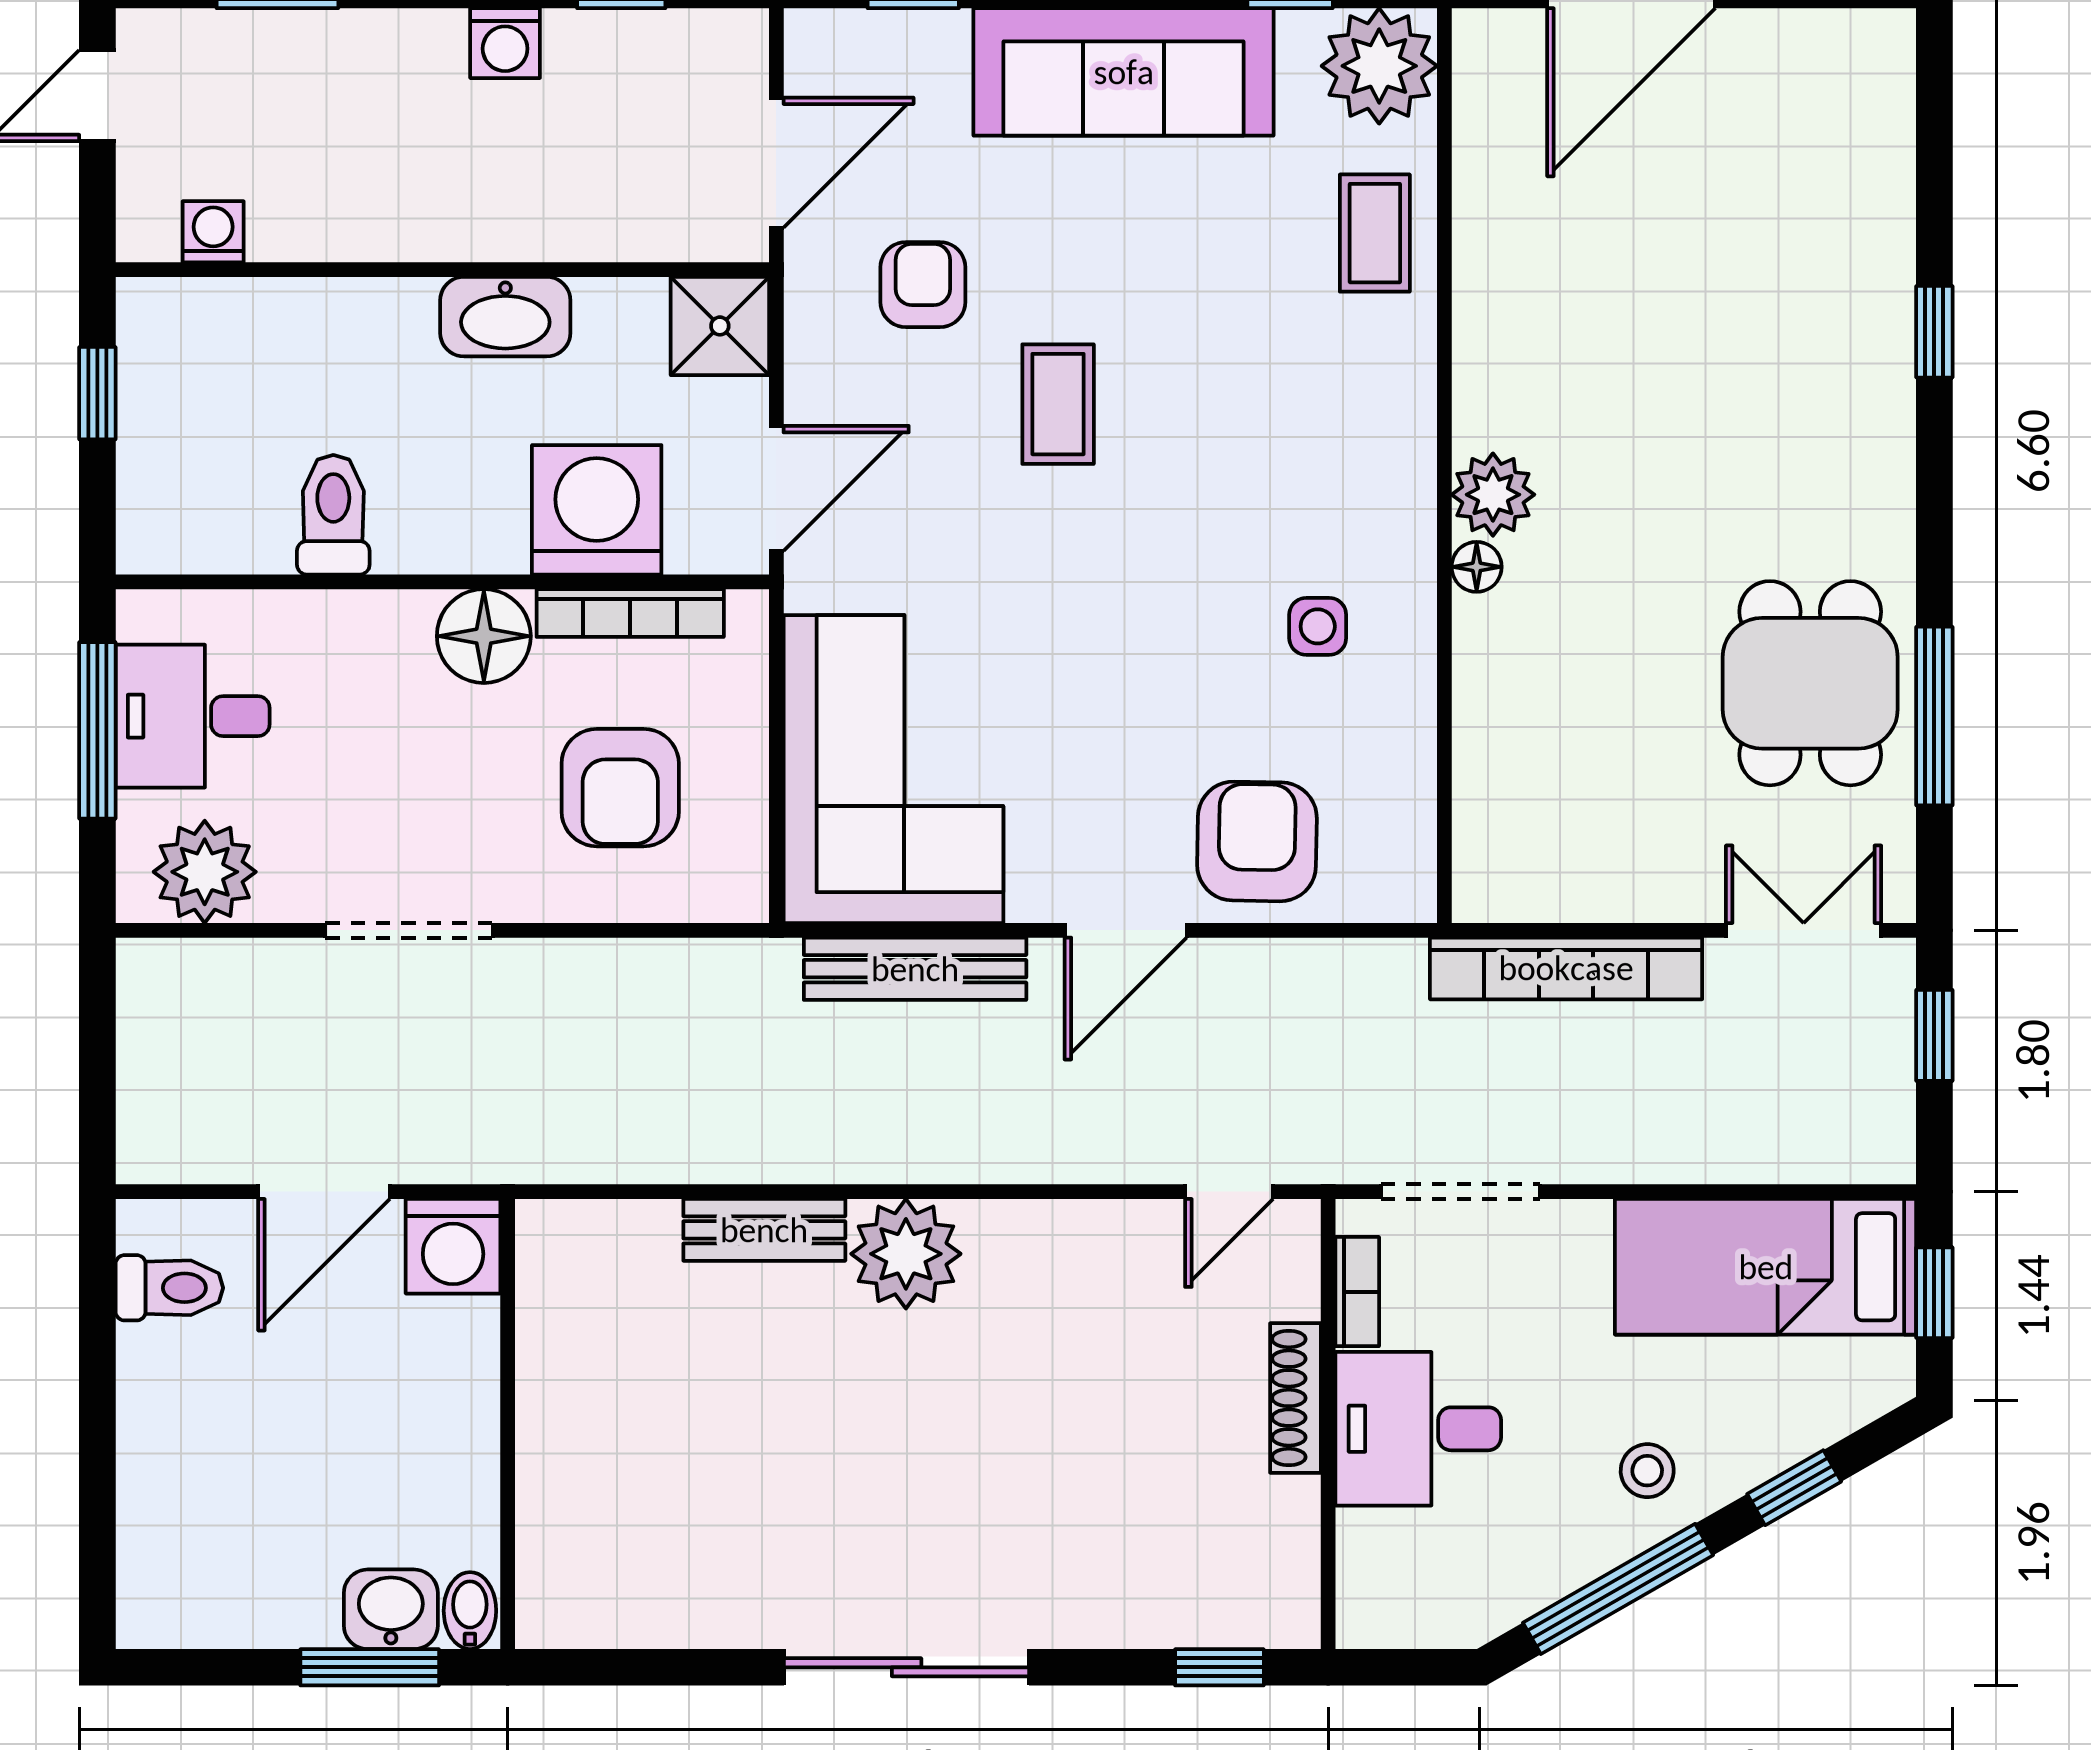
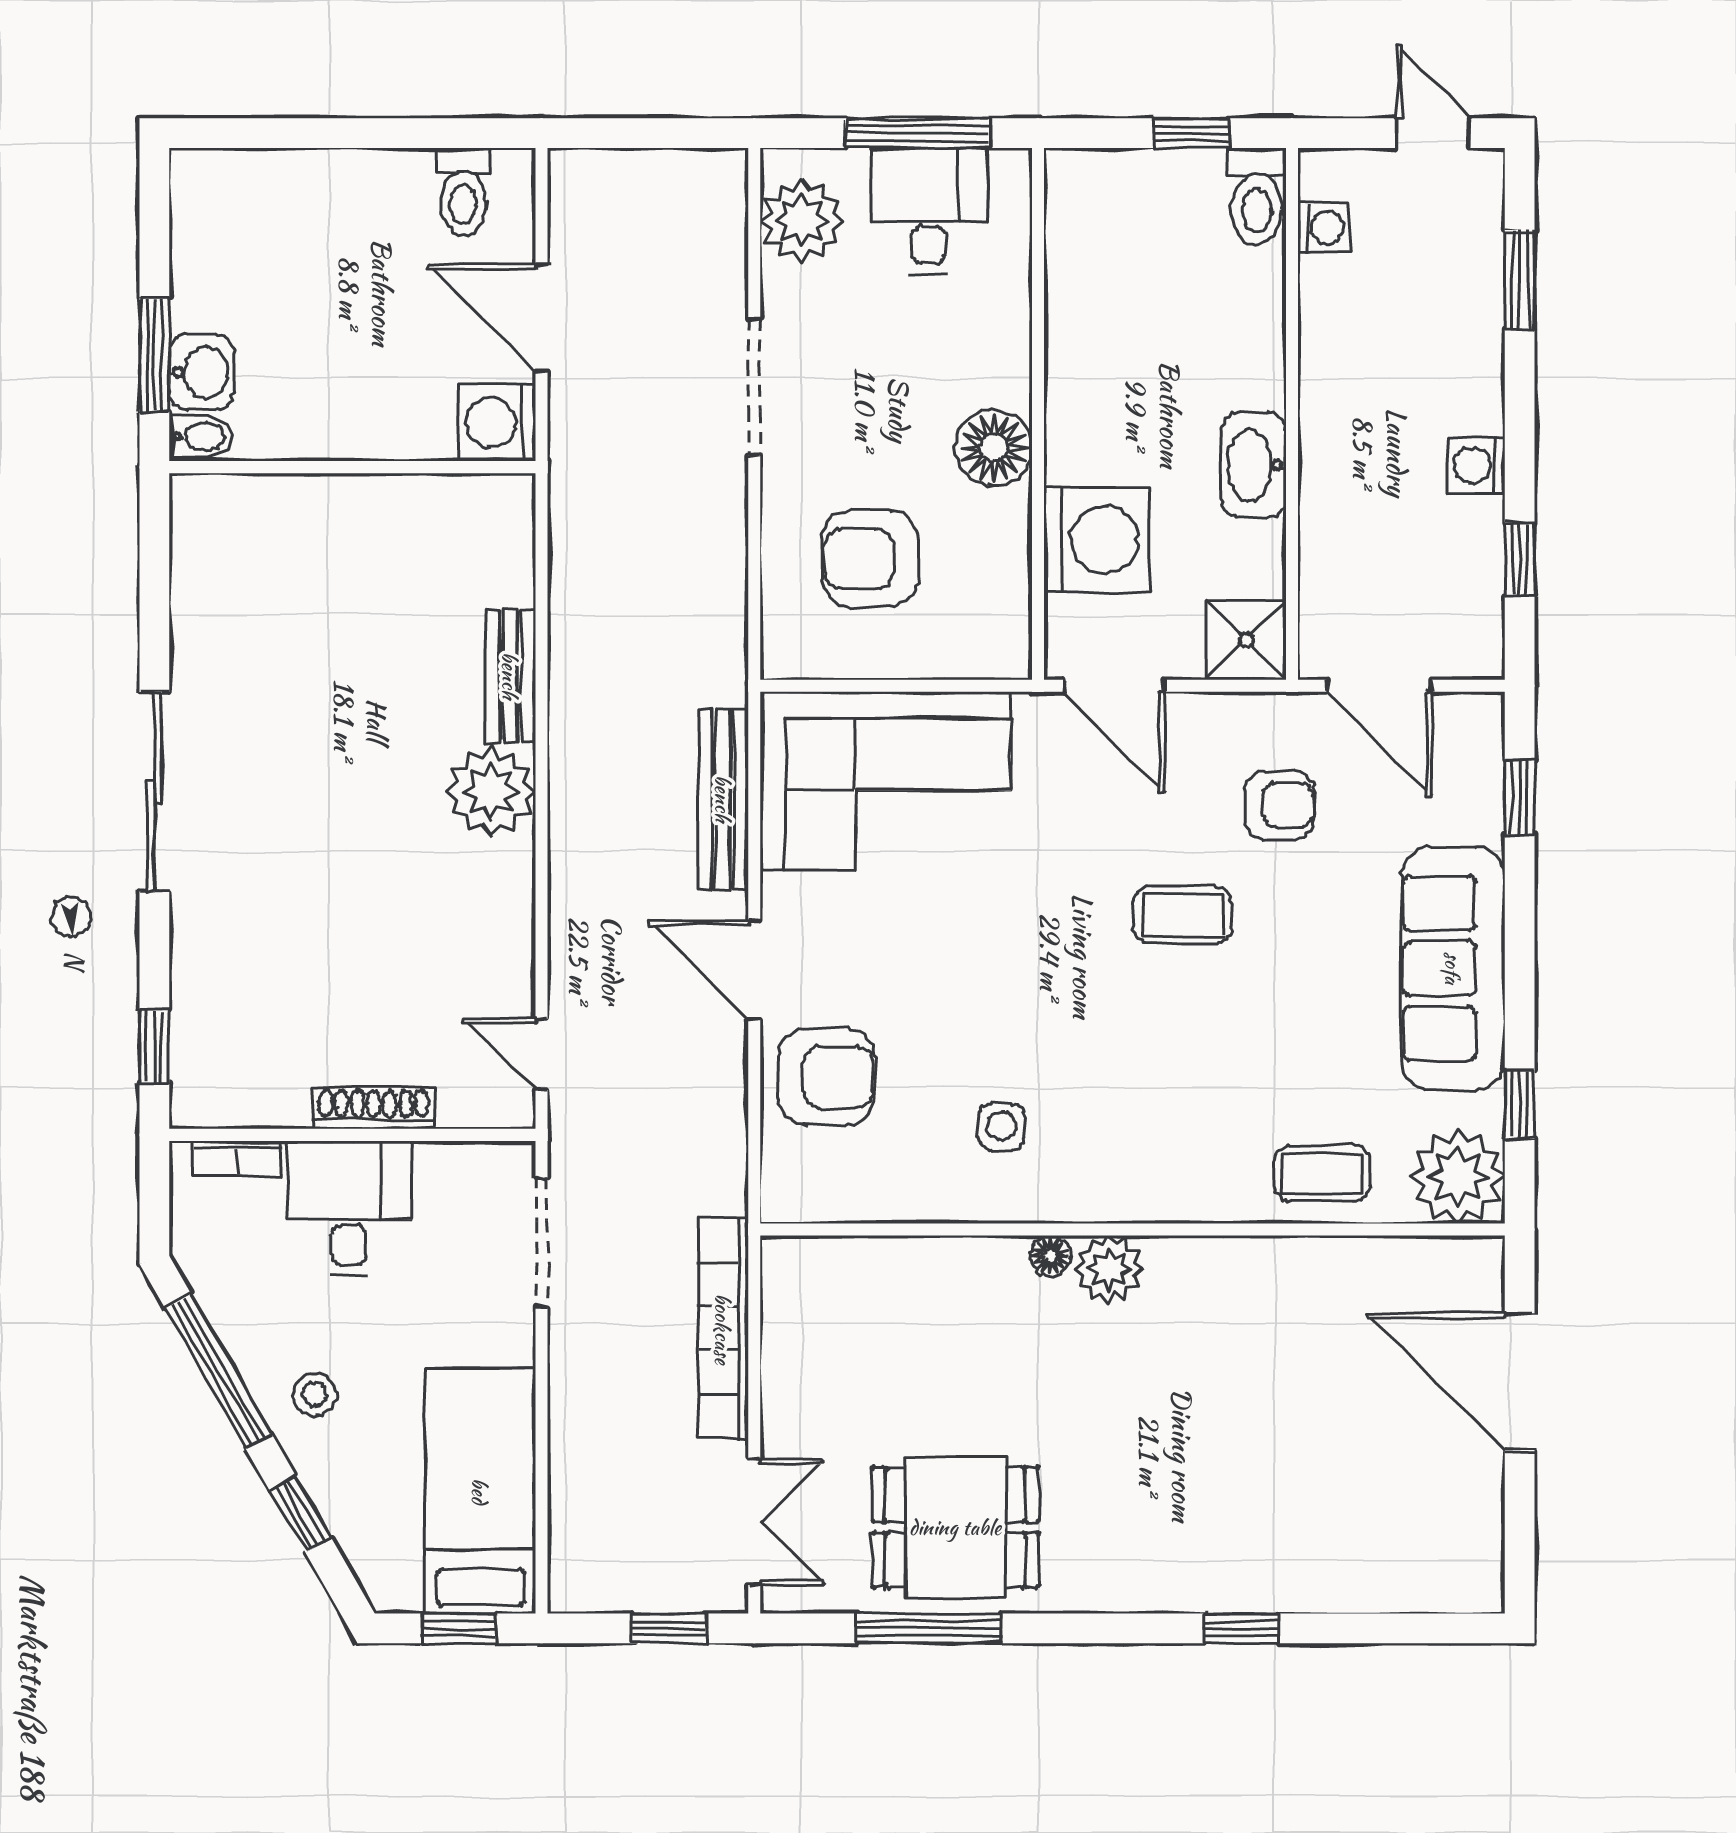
toilet: (333, 515) -> (1257, 197), moved, turned 90
bookcase: (630, 613) -> (1012, 567), removed
bookcase: (1357, 1292) -> (237, 1159), moved

